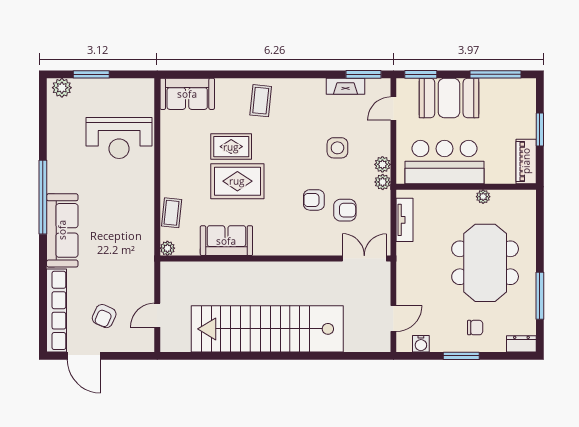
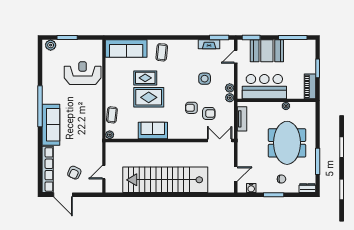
sofa: (187, 94) -> (126, 48), width x1.36
reception desk: (119, 138) -> (83, 73), turned 180
sofa: (226, 241) -> (153, 131), moved

